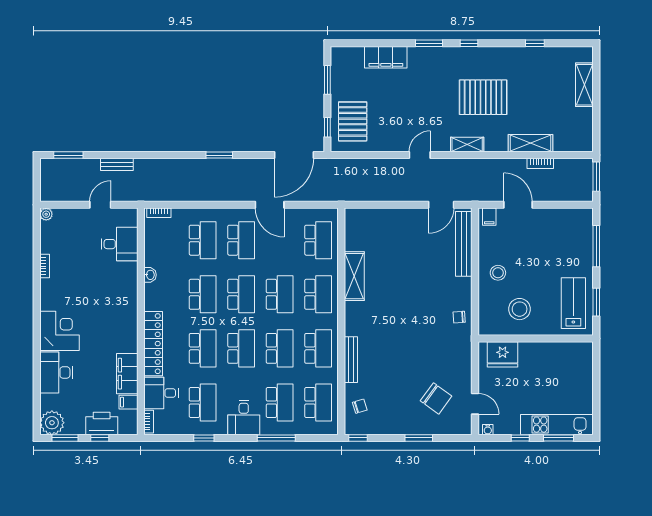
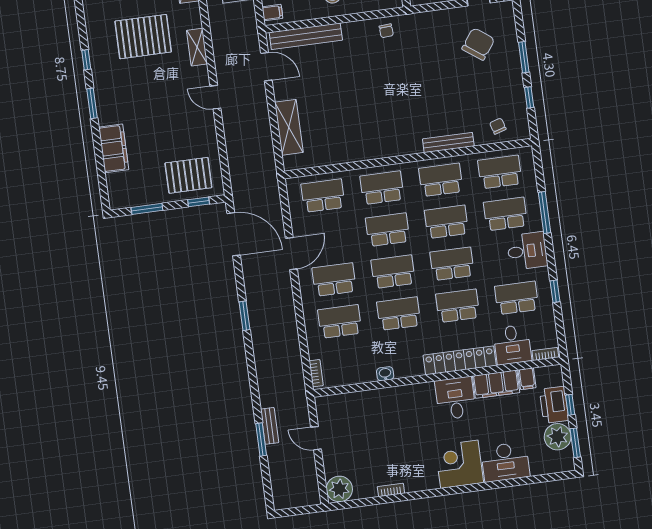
pallet: (483, 97) -> (143, 37), turned 90
window: (68, 155) -> (261, 440), moved
plant: (46, 214) -> (339, 489), width x1.88, depth x1.88
desk: (120, 244) -> (455, 398), moved
shelving: (354, 276) -> (289, 127), moved, turned 90
plant: (52, 423) -> (558, 437), moved
window: (358, 438) -> (529, 97), moved

